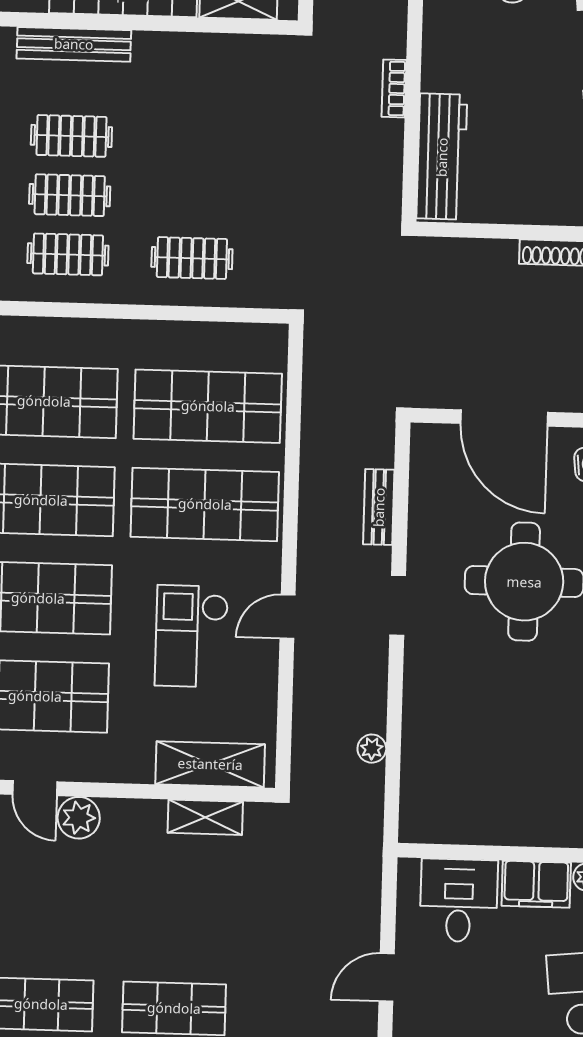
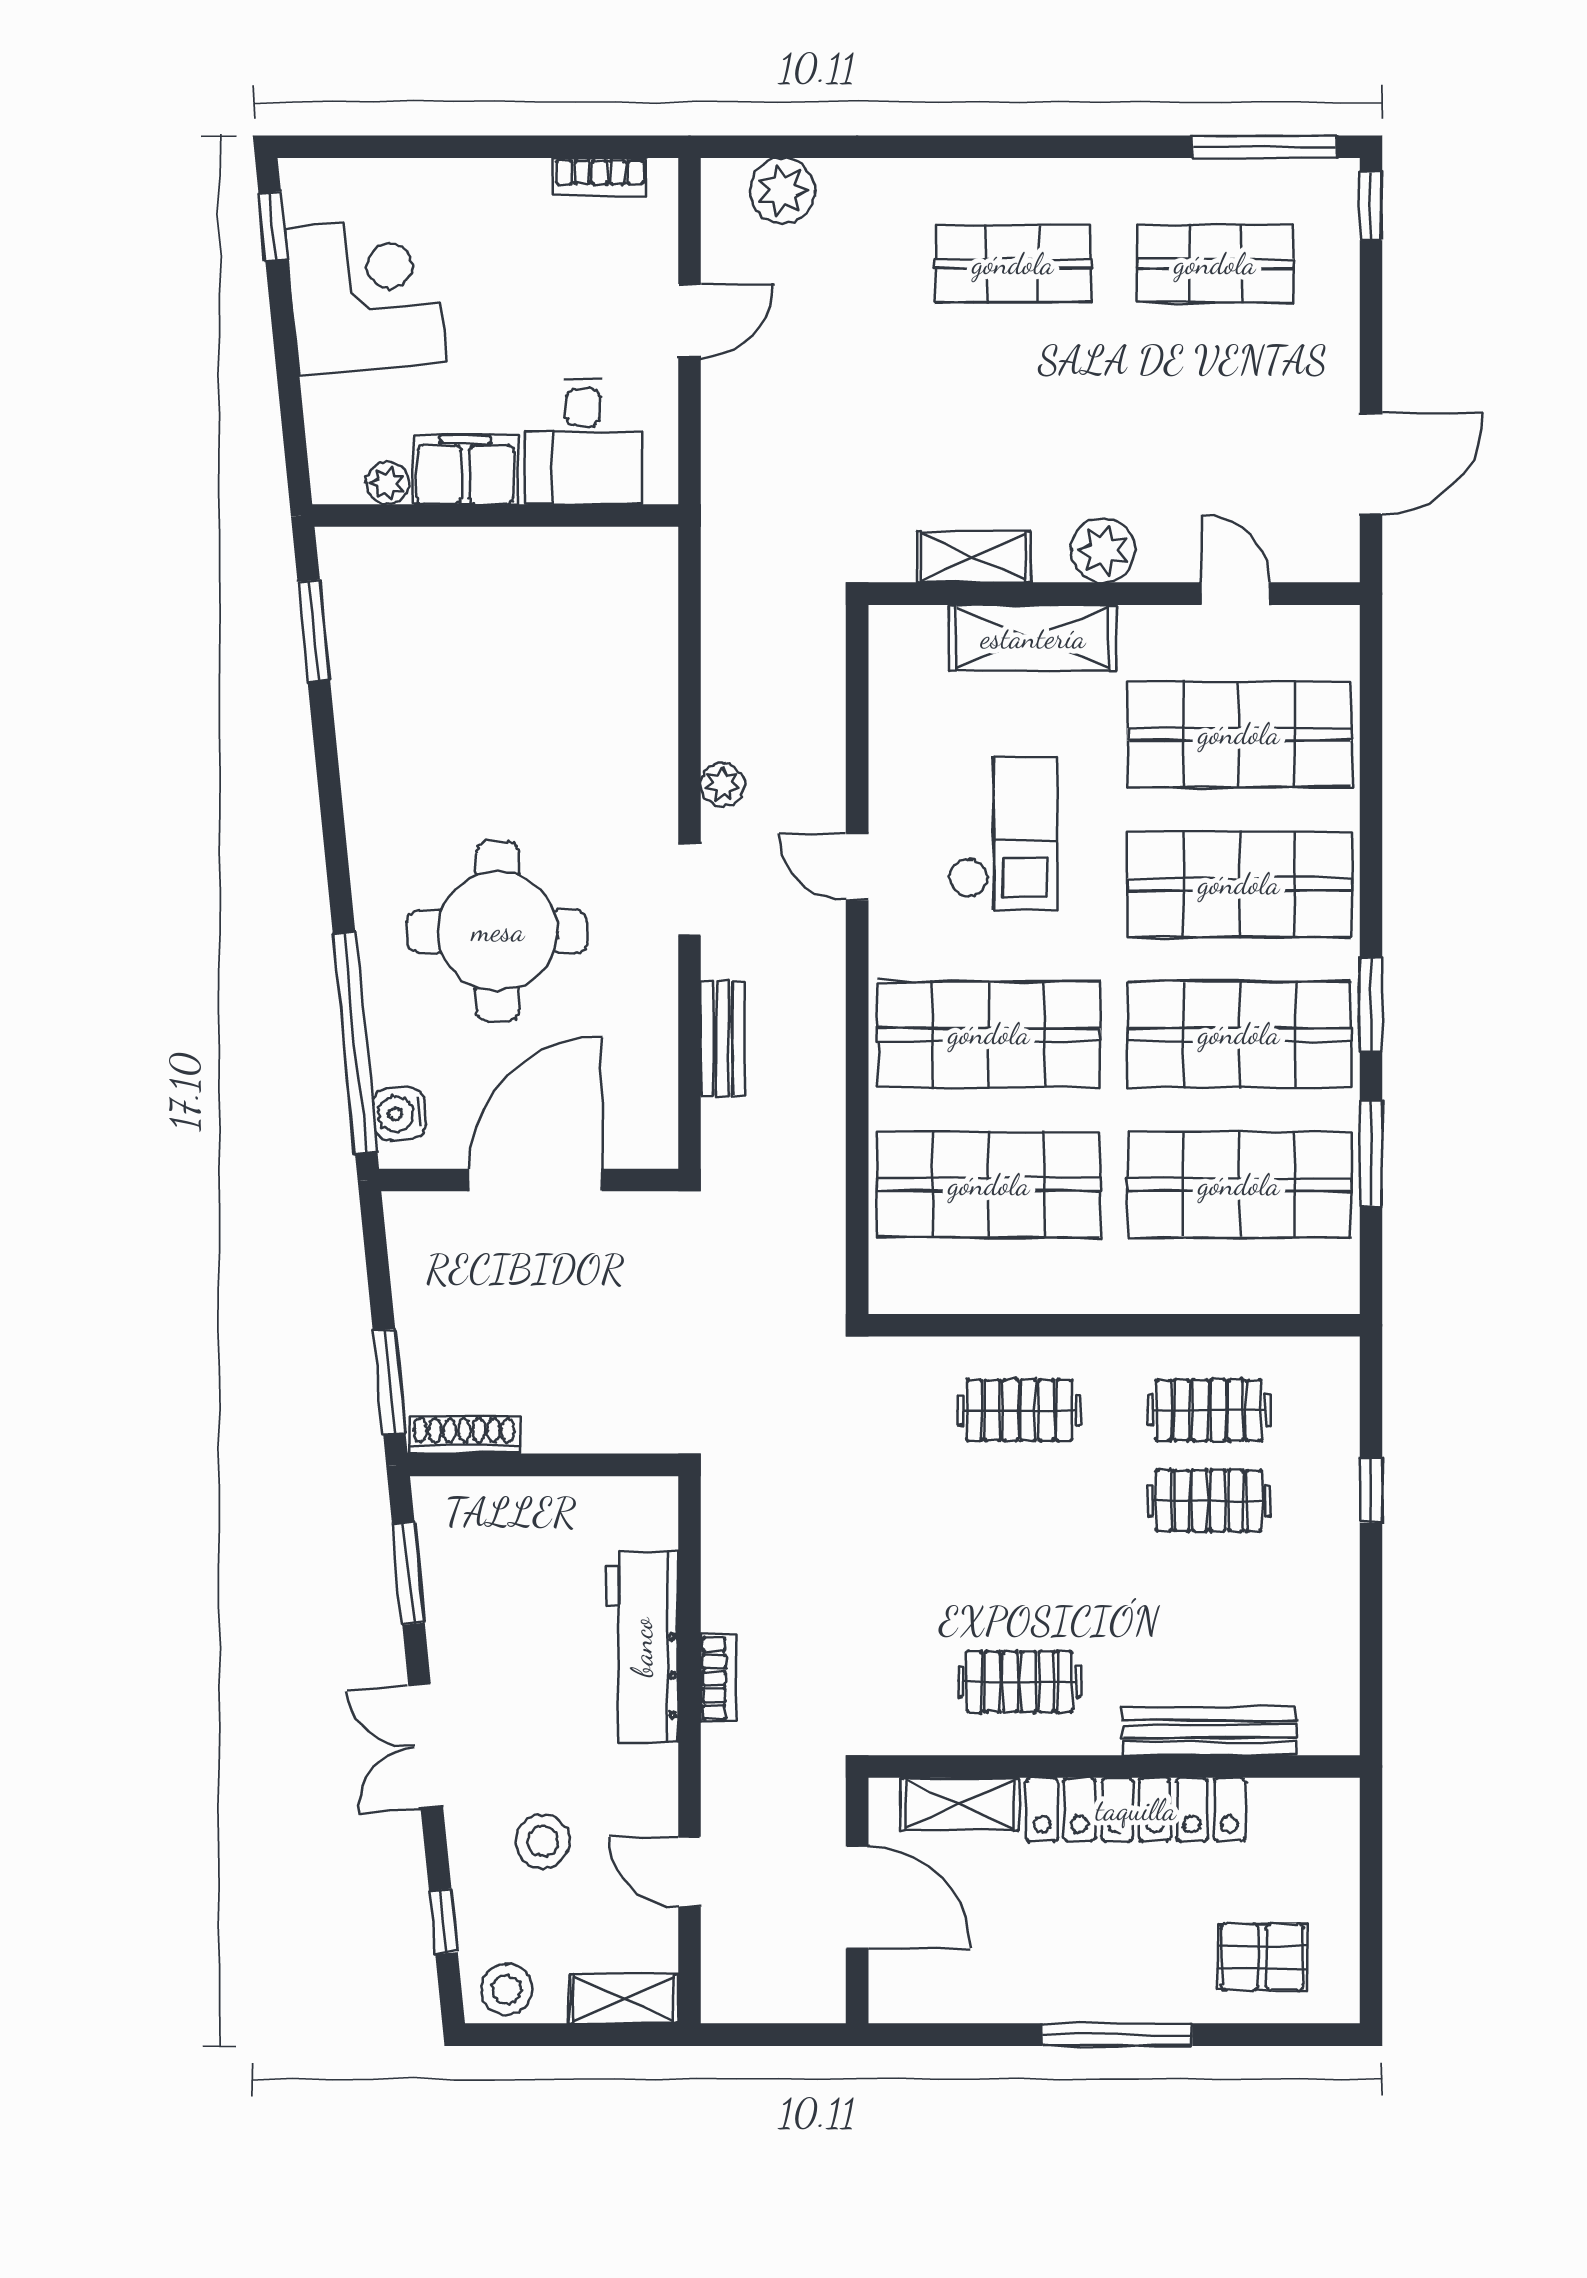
clothes rail: (71, 136) -> (1019, 1682), moved
workbench: (442, 157) -> (642, 1647), moved
door: (504, 418) -> (535, 1180), hinge flipped
door: (288, 617) -> (857, 867), swing flipped
plant: (372, 749) -> (722, 784), moved
shelving: (210, 764) -> (1033, 638), moved
plant: (79, 818) -> (1103, 550), moved

